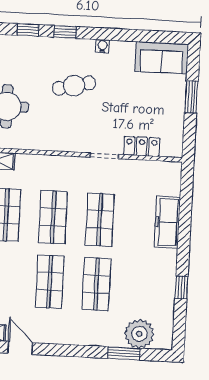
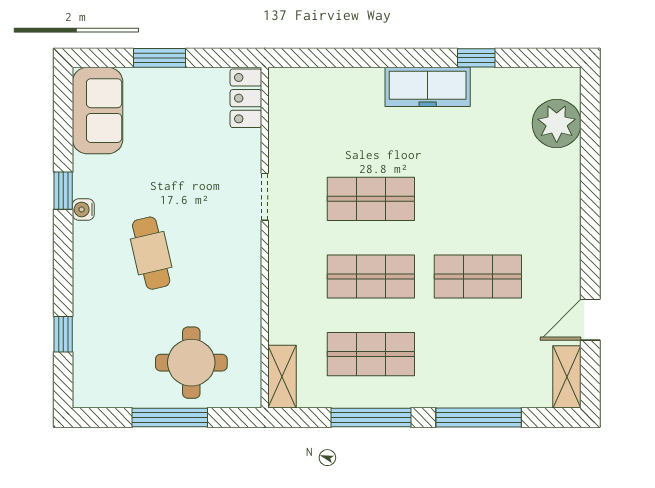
window: (65, 32) -> (63, 191), moved
locker: (142, 146) -> (246, 98), moved
freezer: (167, 222) -> (428, 87), moved
shop shelf: (96, 284) -> (478, 199), removed
window: (124, 353) -> (590, 147), removed

